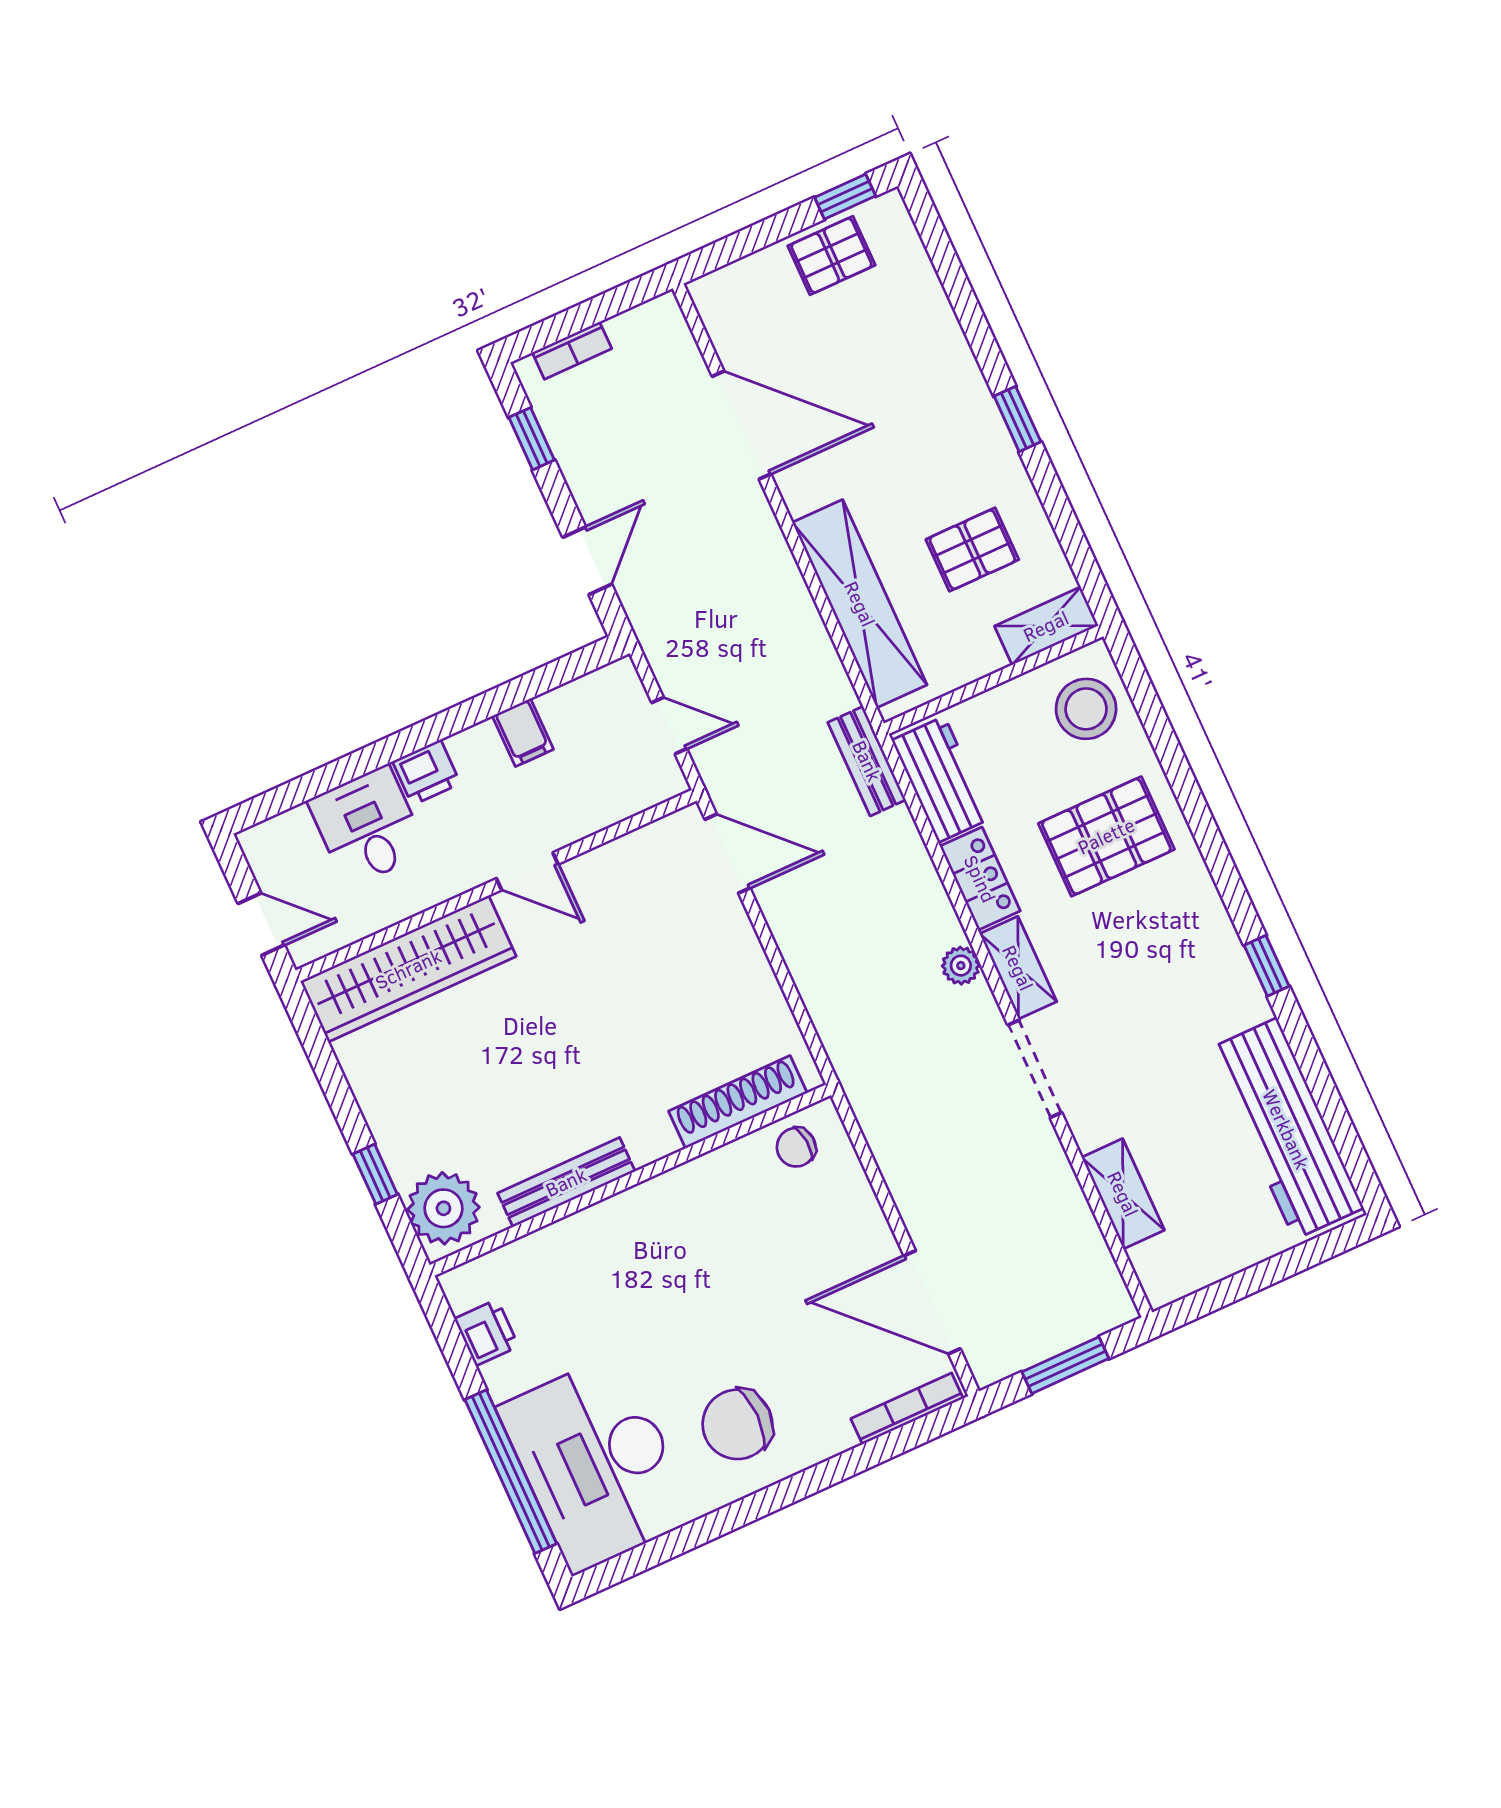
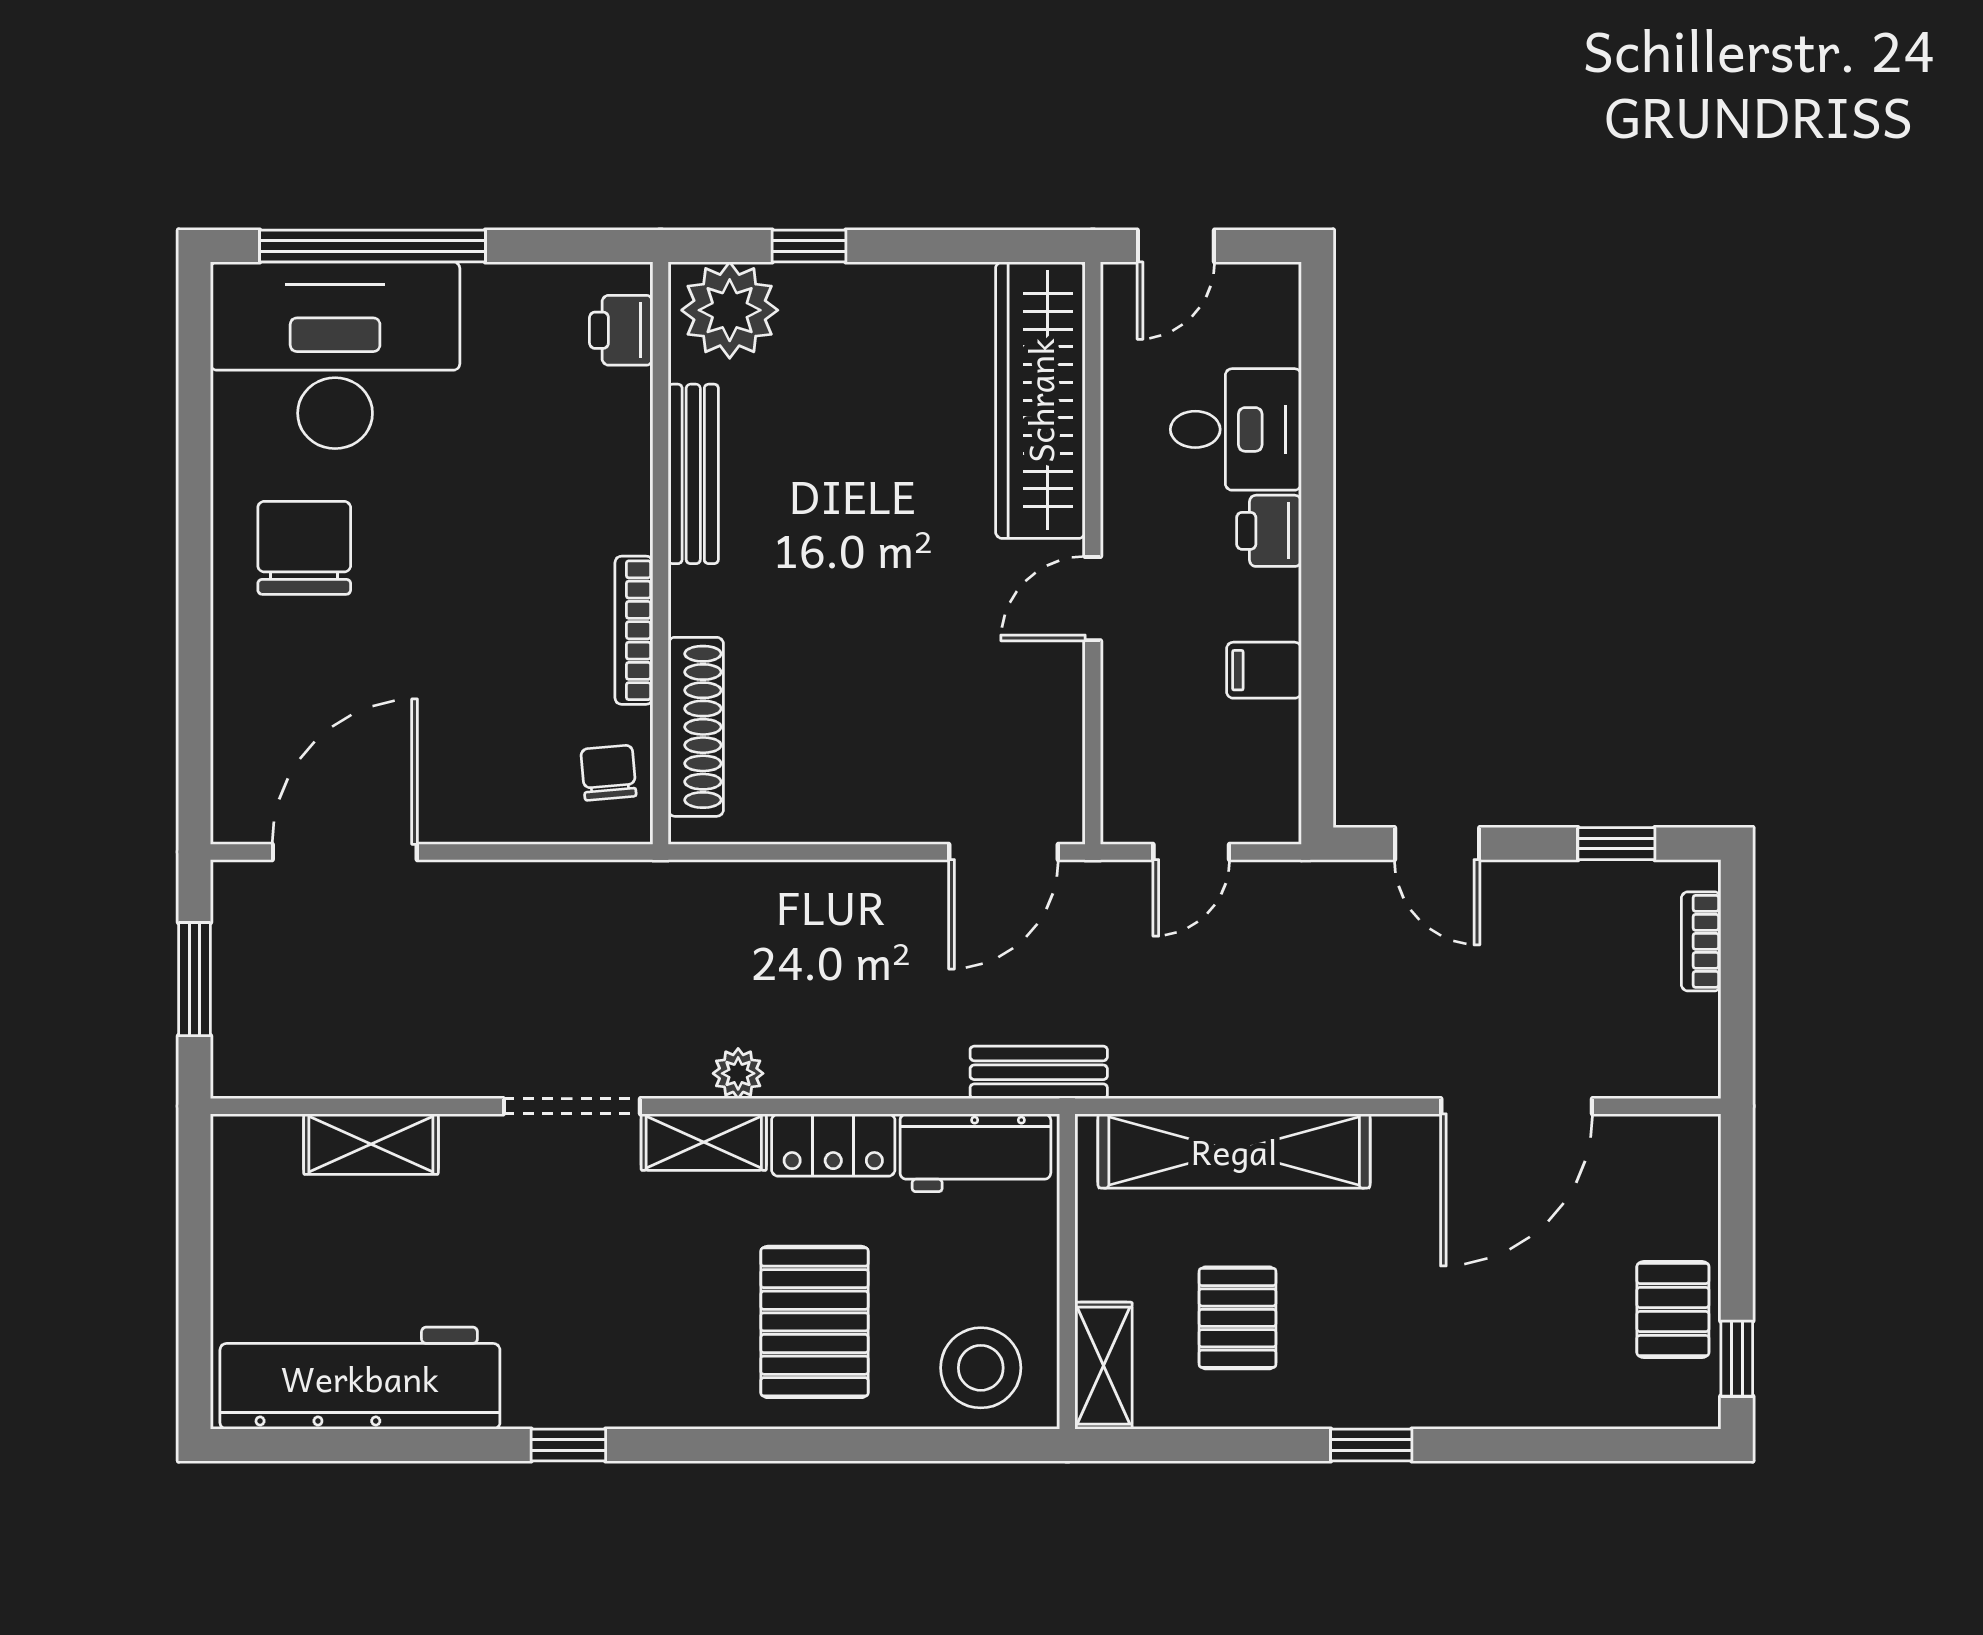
printer: (486, 1332) -> (621, 330), moved, turned 90
bookcase: (907, 1409) -> (634, 630), moved, turned 180

